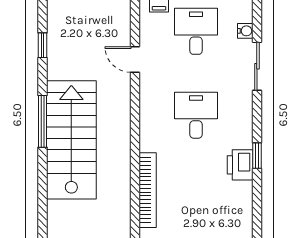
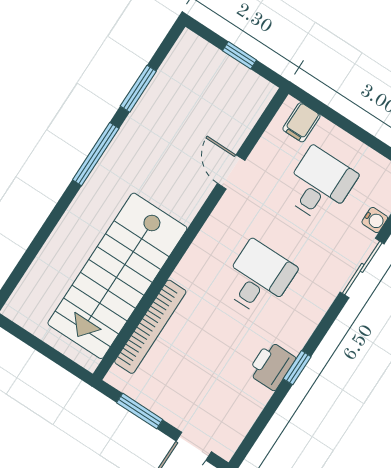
window: (42, 45) -> (138, 89), width x1.50
window: (42, 121) -> (96, 154), moved
stairs: (71, 140) -> (117, 276), moved, turned 180

